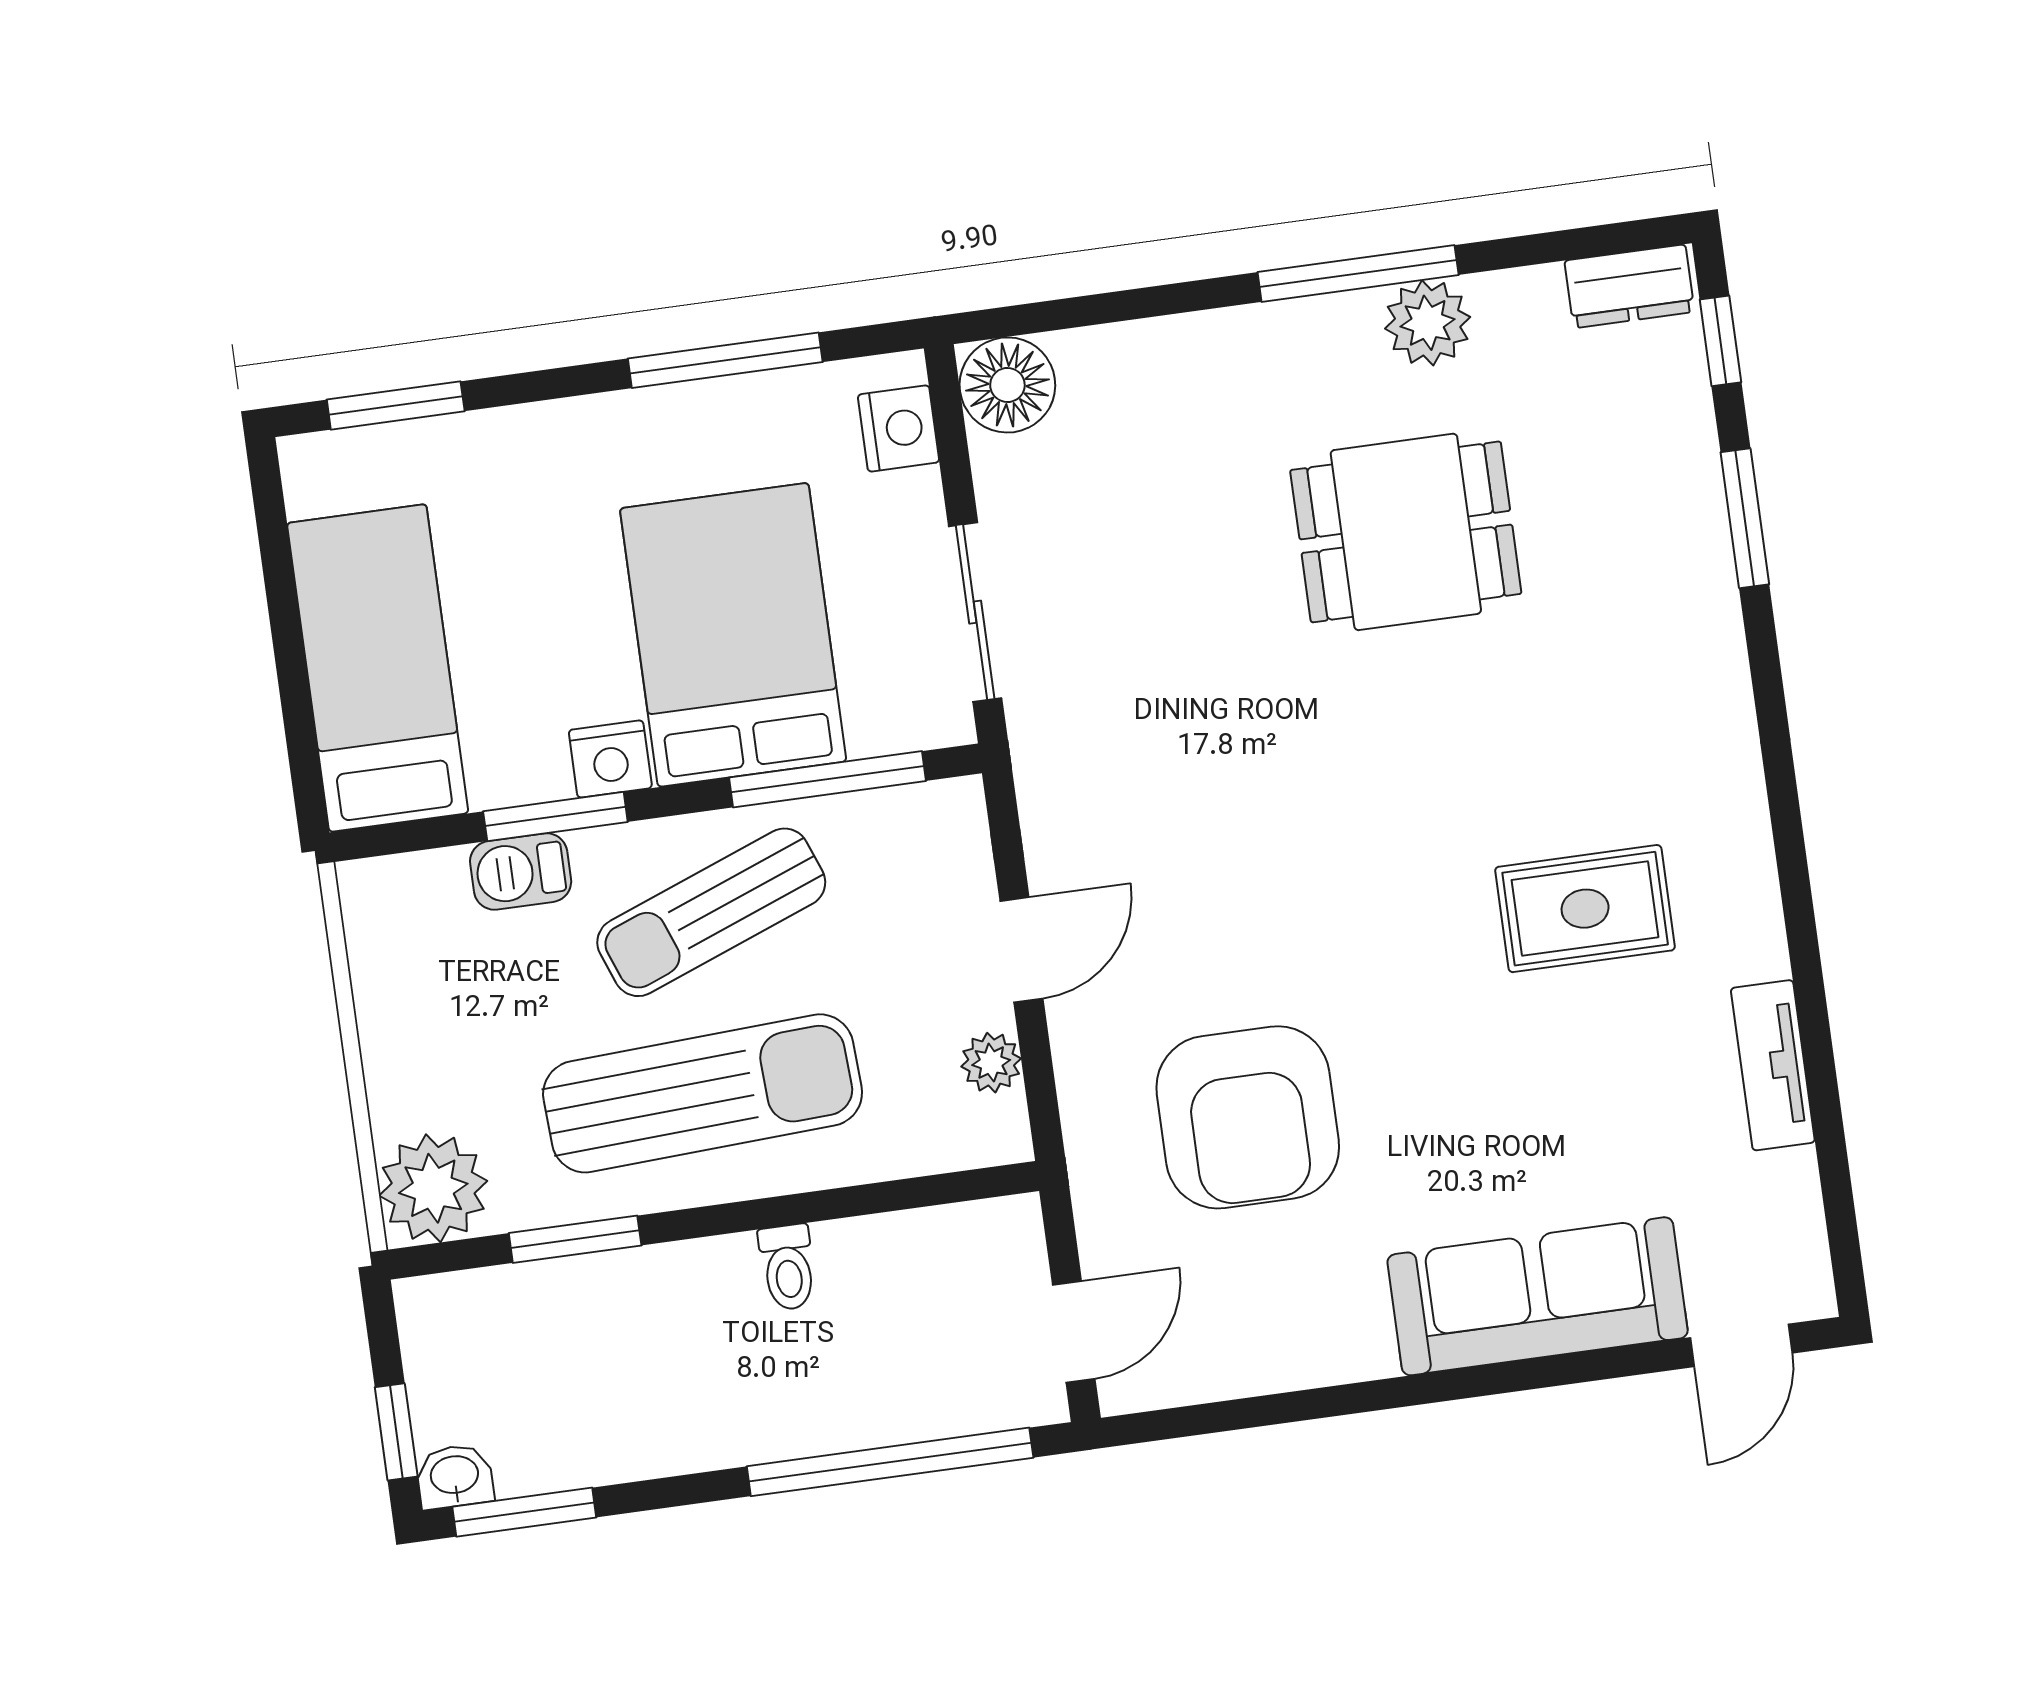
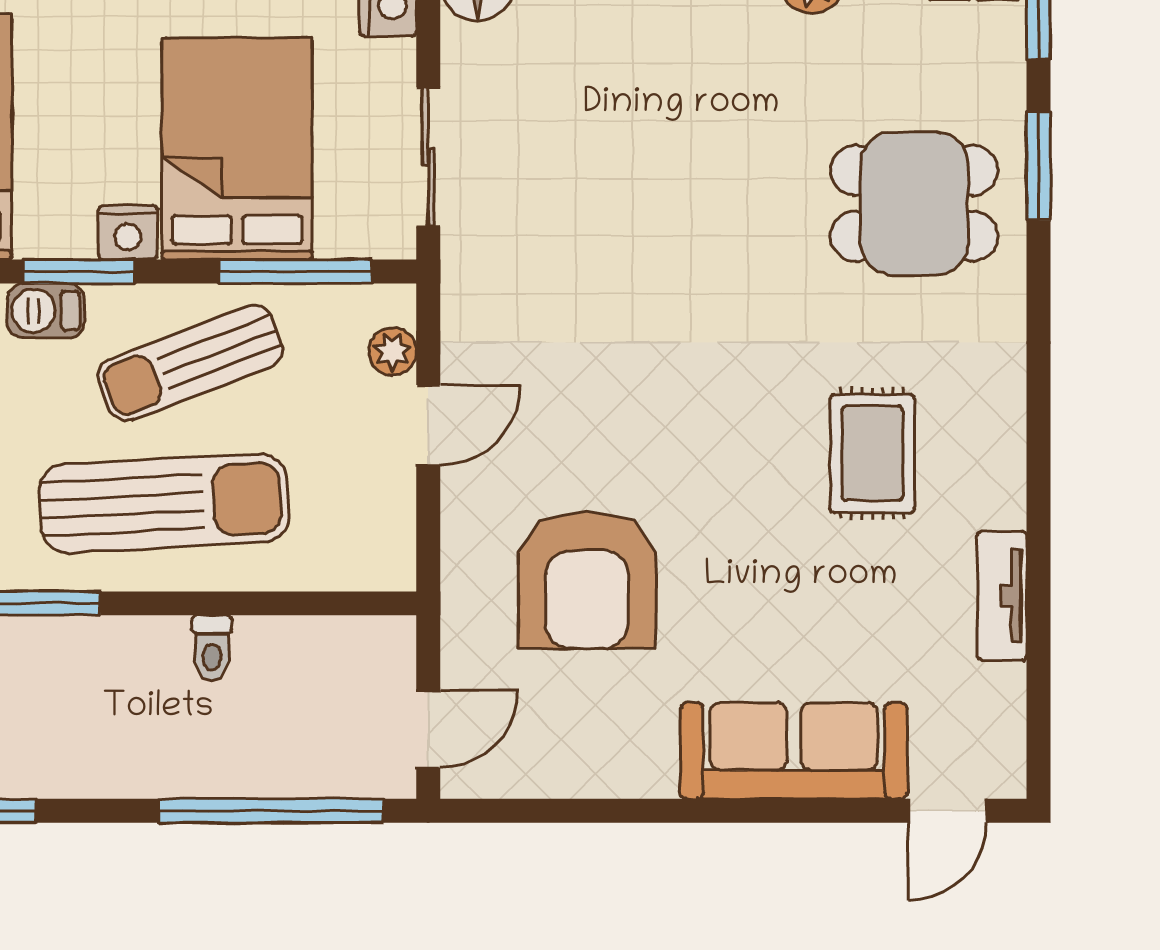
dining table: (1406, 532) -> (914, 203), moved
rug: (1585, 909) -> (872, 453), turned 90
plant: (991, 1063) -> (393, 351), moved

